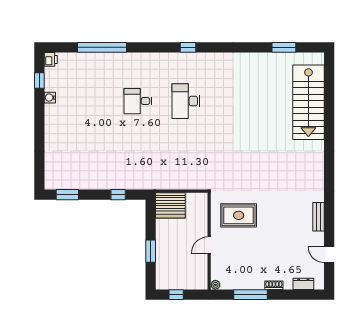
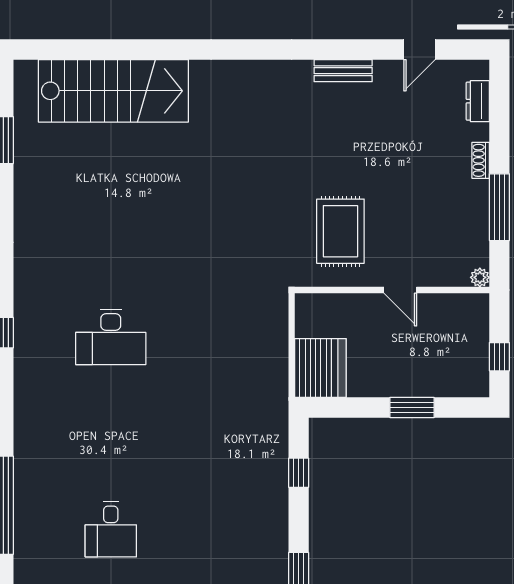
desk: (138, 101) -> (111, 529), moved

